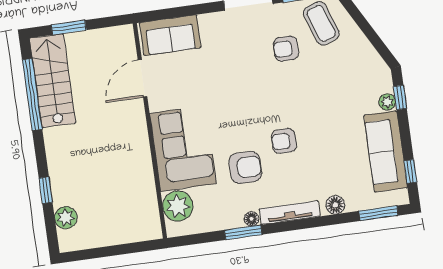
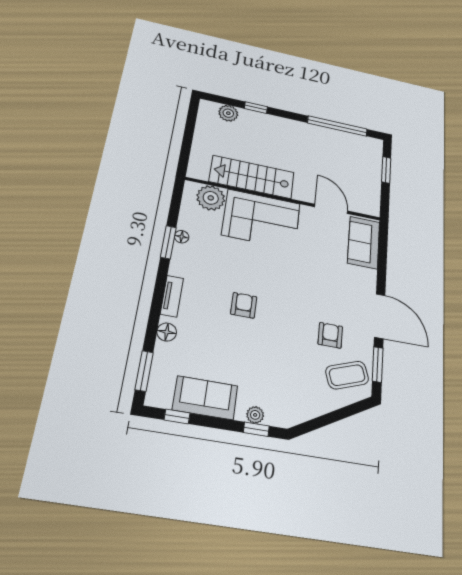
stairs: (53, 81) -> (252, 177), moved, turned 180
sofa: (386, 151) -> (205, 398), width x0.73
armchair: (245, 167) -> (229, 264), removed
tv unit: (290, 213) -> (172, 296), width x0.71
floor lamp: (252, 219) -> (182, 237), moved

